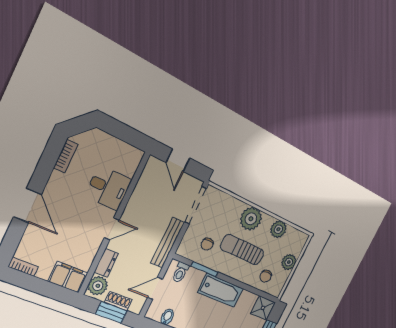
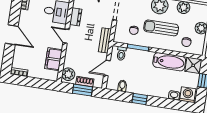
door: (112, 229) -> (66, 36), swing flipped
bench: (167, 243) -> (105, 40), width x0.73
dresser: (106, 263) -> (76, 17), moved
filing cabinet: (68, 277) -> (53, 59), moved, turned -90
bathtub: (221, 290) -> (169, 62), moved

